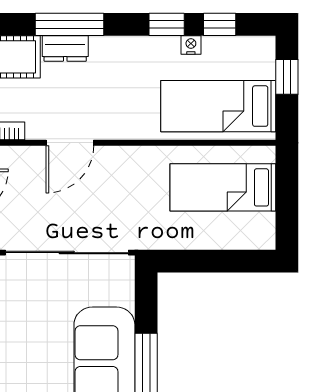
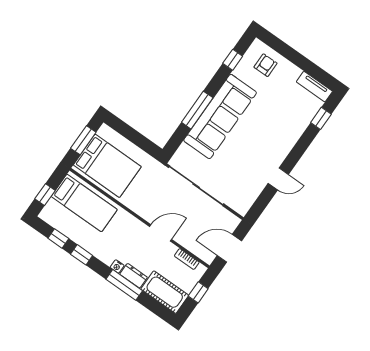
nightstand: (191, 45) -> (117, 266), moved
bed: (223, 187) -> (107, 166), width x1.50
window: (287, 201) -> (83, 140), added

